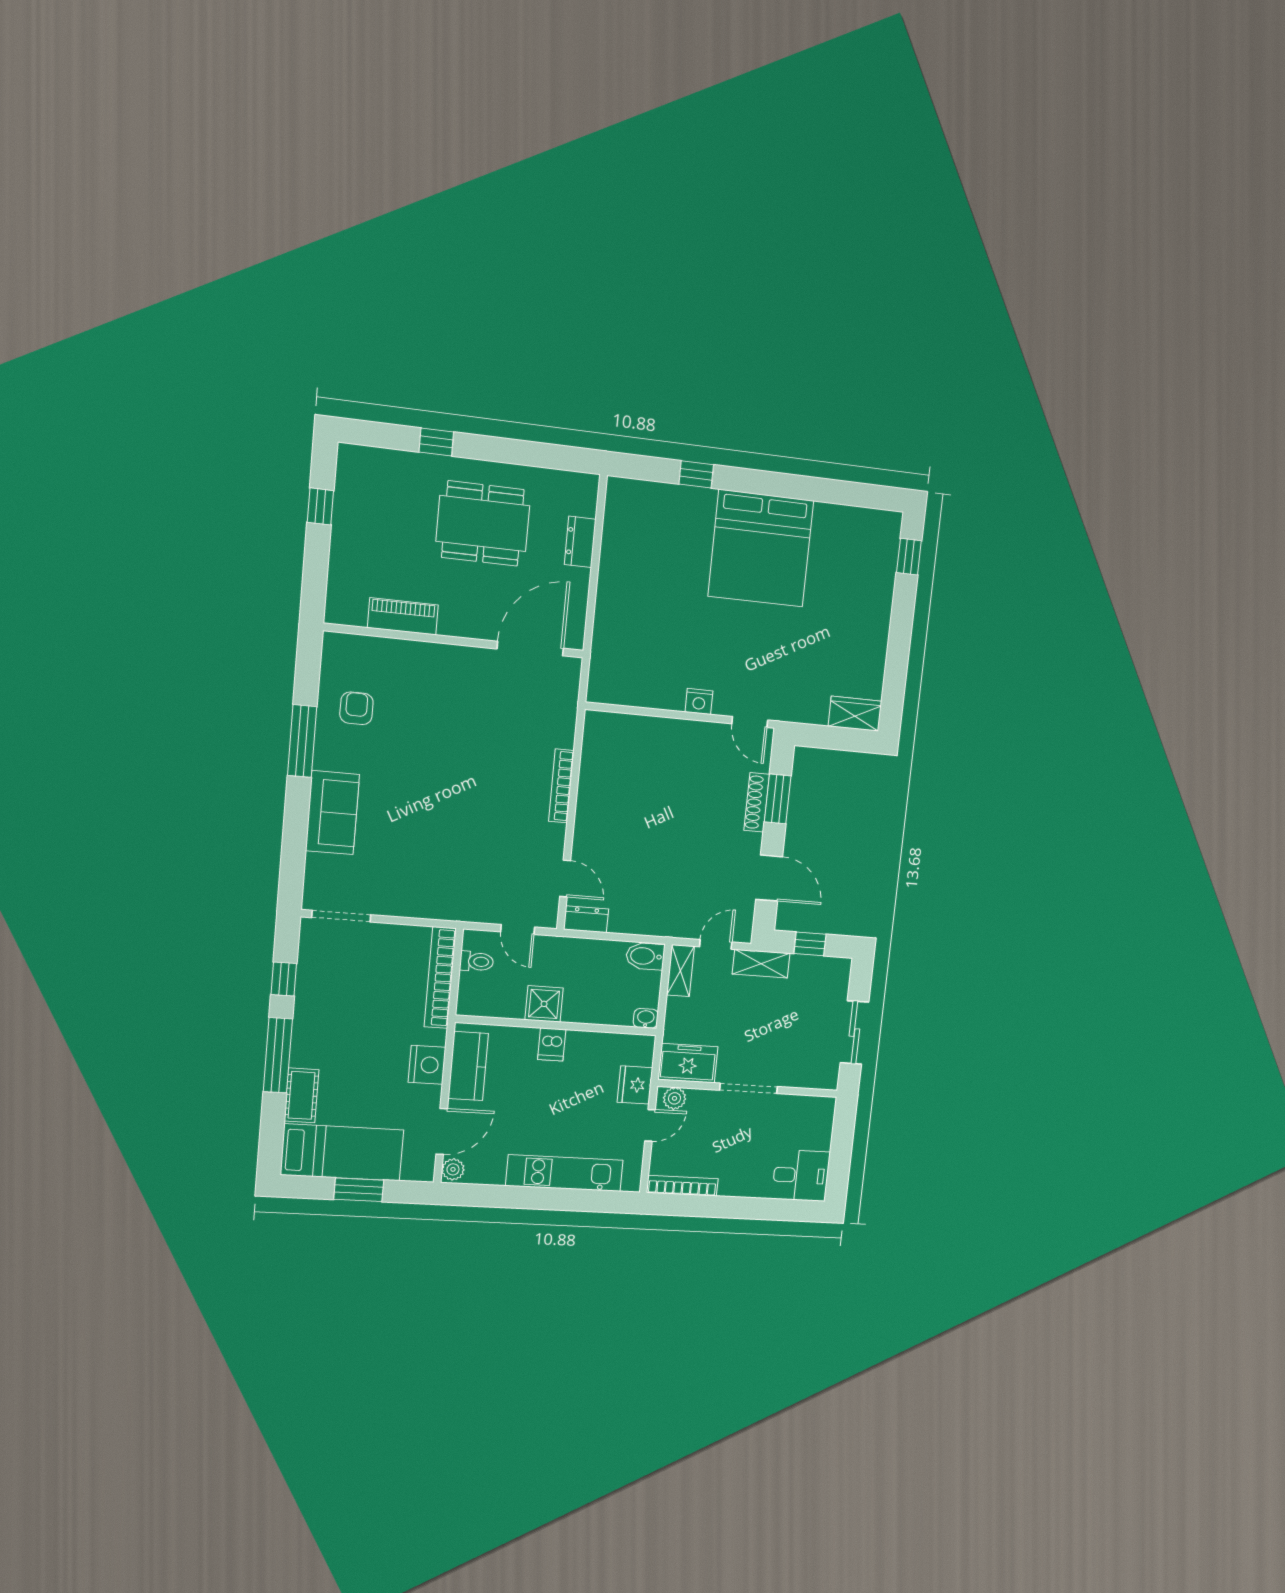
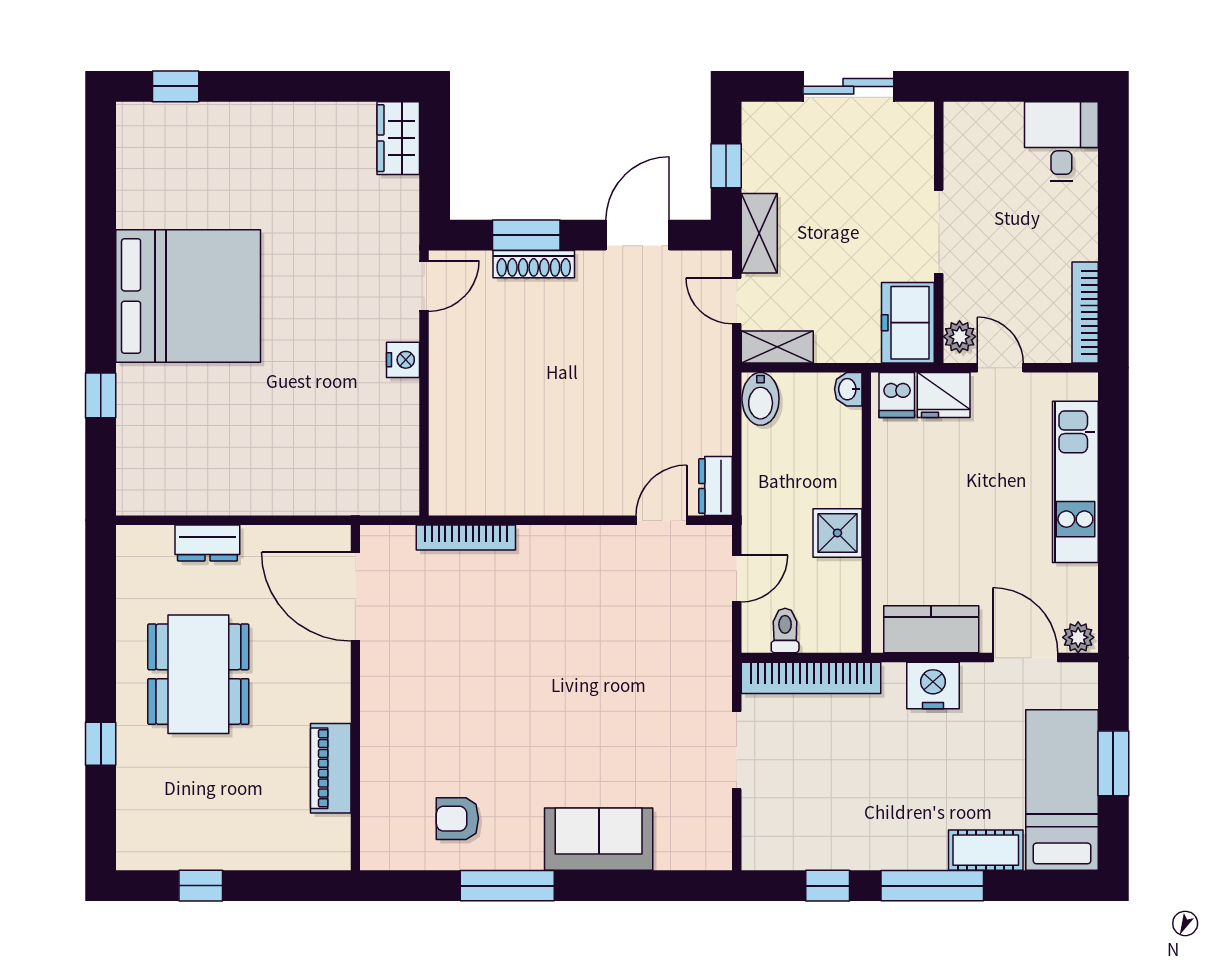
bookcase: (561, 786) -> (466, 538), moved
doorway: (341, 916) -> (737, 750), moved
dishwasher: (552, 1044) -> (897, 395), moved, turned 90

